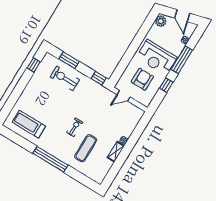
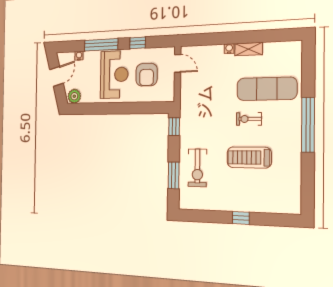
window: (34, 65) -> (241, 218), moved
armchair: (142, 79) -> (147, 75), turned -90
door: (124, 96) -> (178, 63), moved
treadmill: (29, 124) -> (249, 157), moved, turned 90
exercise mat: (86, 148) -> (267, 89), width x1.36, depth x1.45

